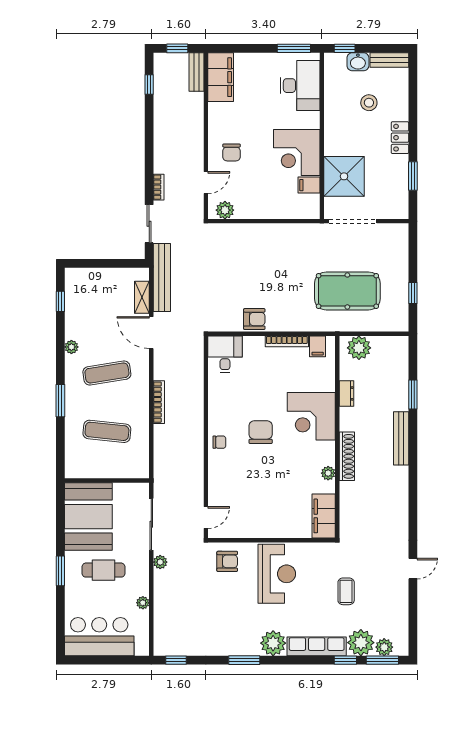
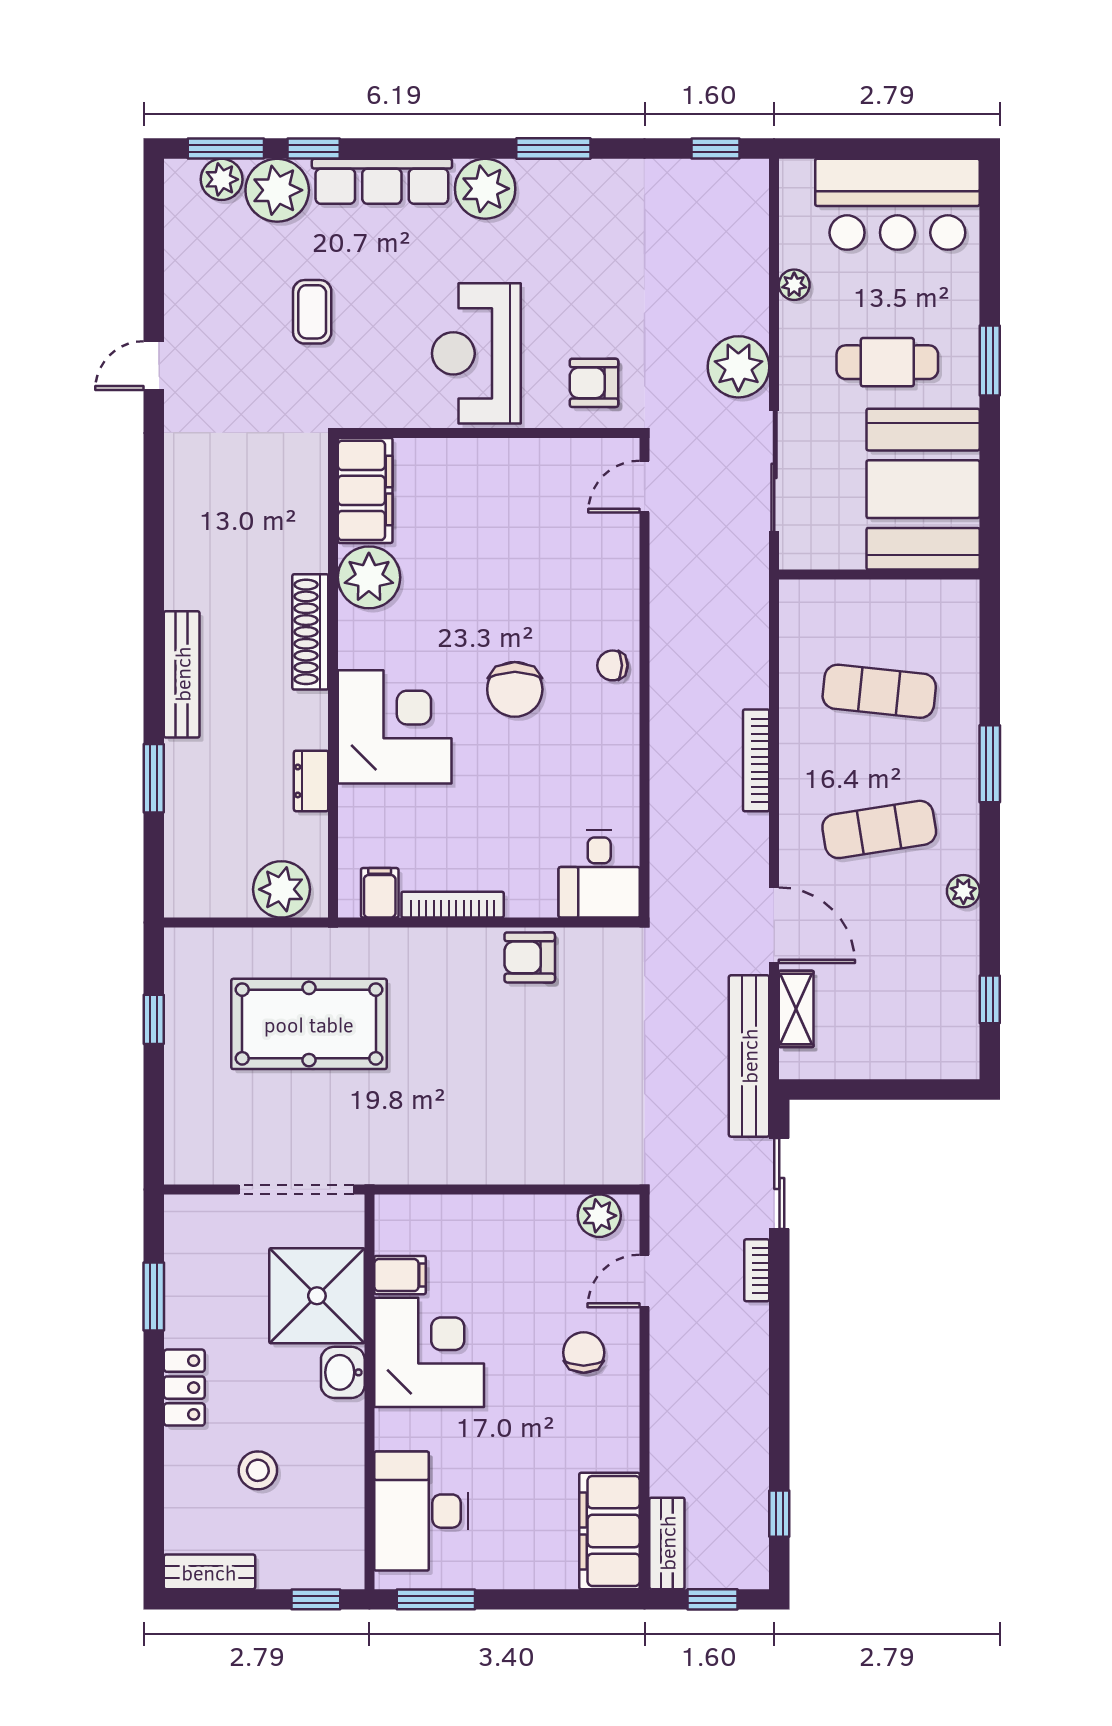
washbasin: (358, 62) -> (343, 1372), moved, turned -90
plant: (328, 473) -> (369, 577), width x1.88, depth x1.88
plant: (160, 562) -> (738, 367), width x1.88, depth x1.88

